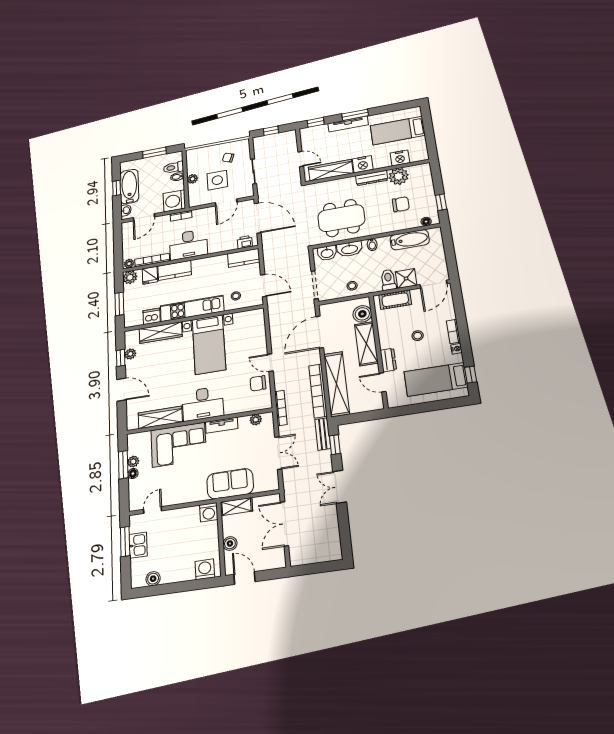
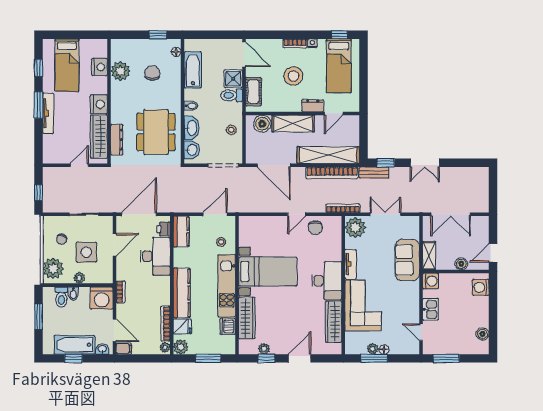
window: (316, 122) -> (38, 68), moved
plant: (200, 156) -> (53, 268), added
dresser: (372, 178) -> (117, 140), moved
door: (226, 202) -> (114, 245), hinge flipped
filing cabinet: (127, 228) -> (124, 349), added
desk: (188, 244) -> (155, 256), moved
kitchen counter: (175, 270) -> (182, 293), width x1.50
stool: (418, 336) -> (293, 76), width x1.89, depth x1.89
plant: (256, 420) -> (355, 227), width x1.88, depth x1.88
kitchen sink: (138, 545) -> (431, 309), moved, turned 90

